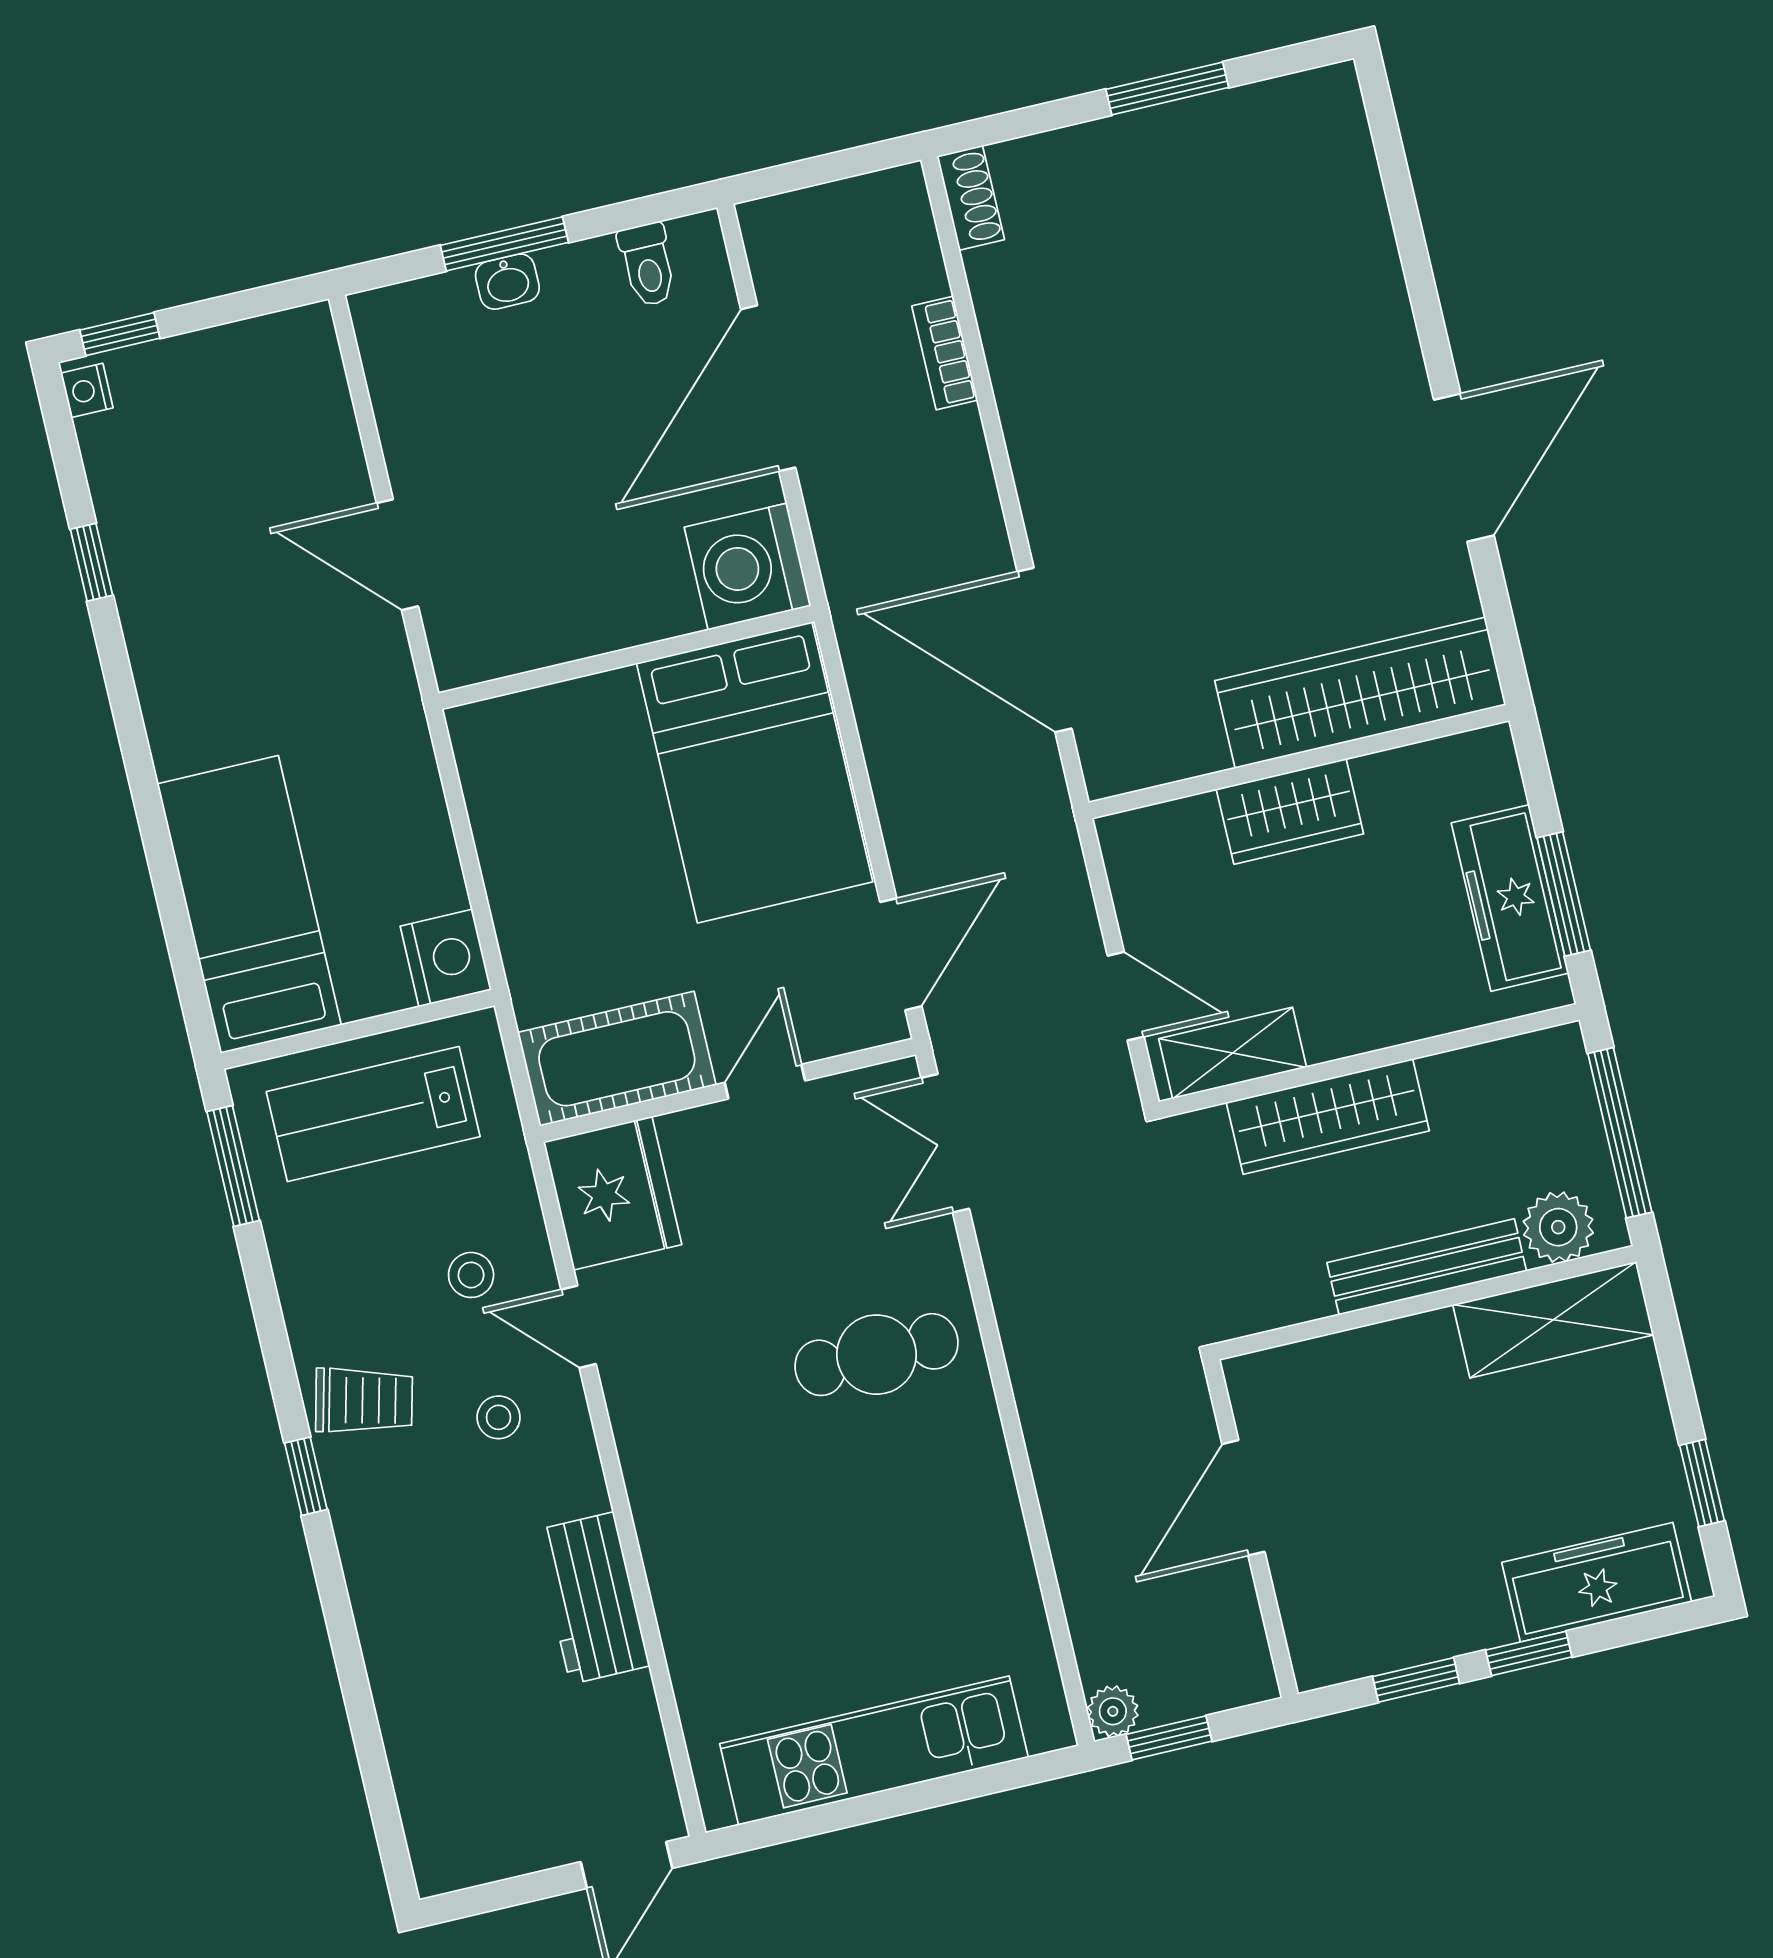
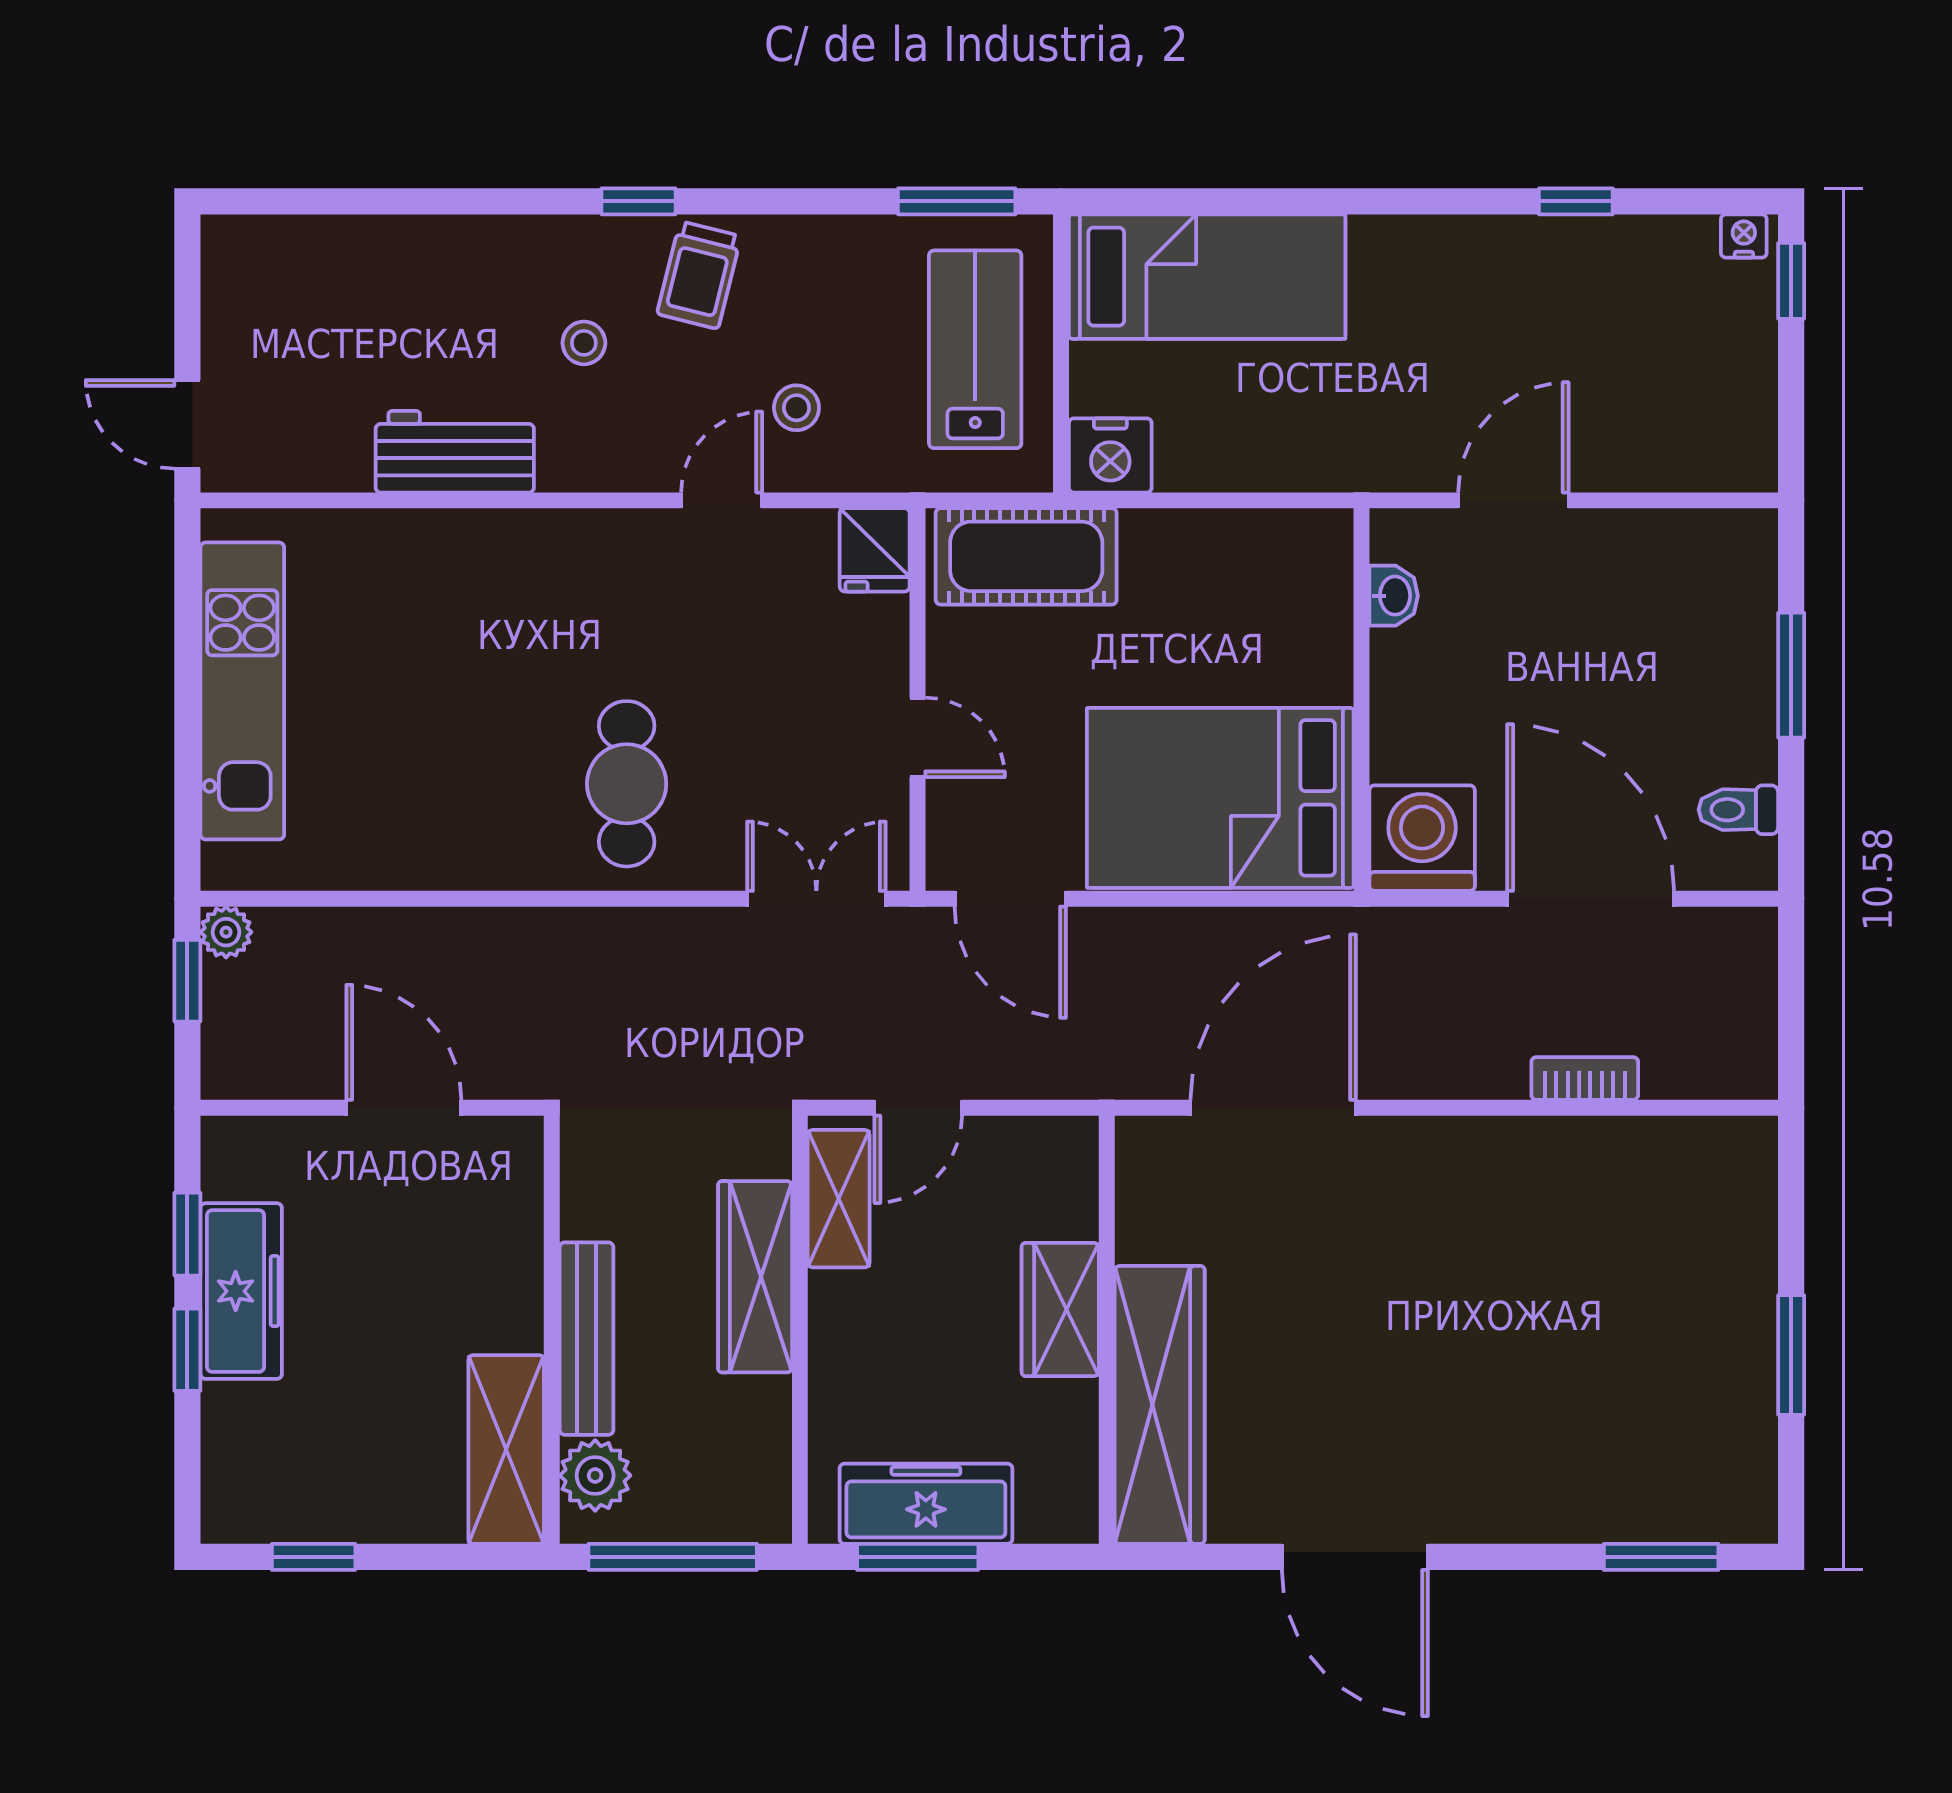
window: (1394, 169) -> (1661, 1557), added
shoe rack: (971, 198) -> (1730, 1139), removed
washbasin: (507, 282) -> (1394, 596), moved, turned 180
cot: (617, 1059) -> (1026, 556), moved, turned 90
fridge: (613, 1193) -> (875, 550), width x0.53, depth x0.75
stool: (499, 1417) -> (584, 343), moved
freezer: (1597, 1582) -> (241, 1291), moved

